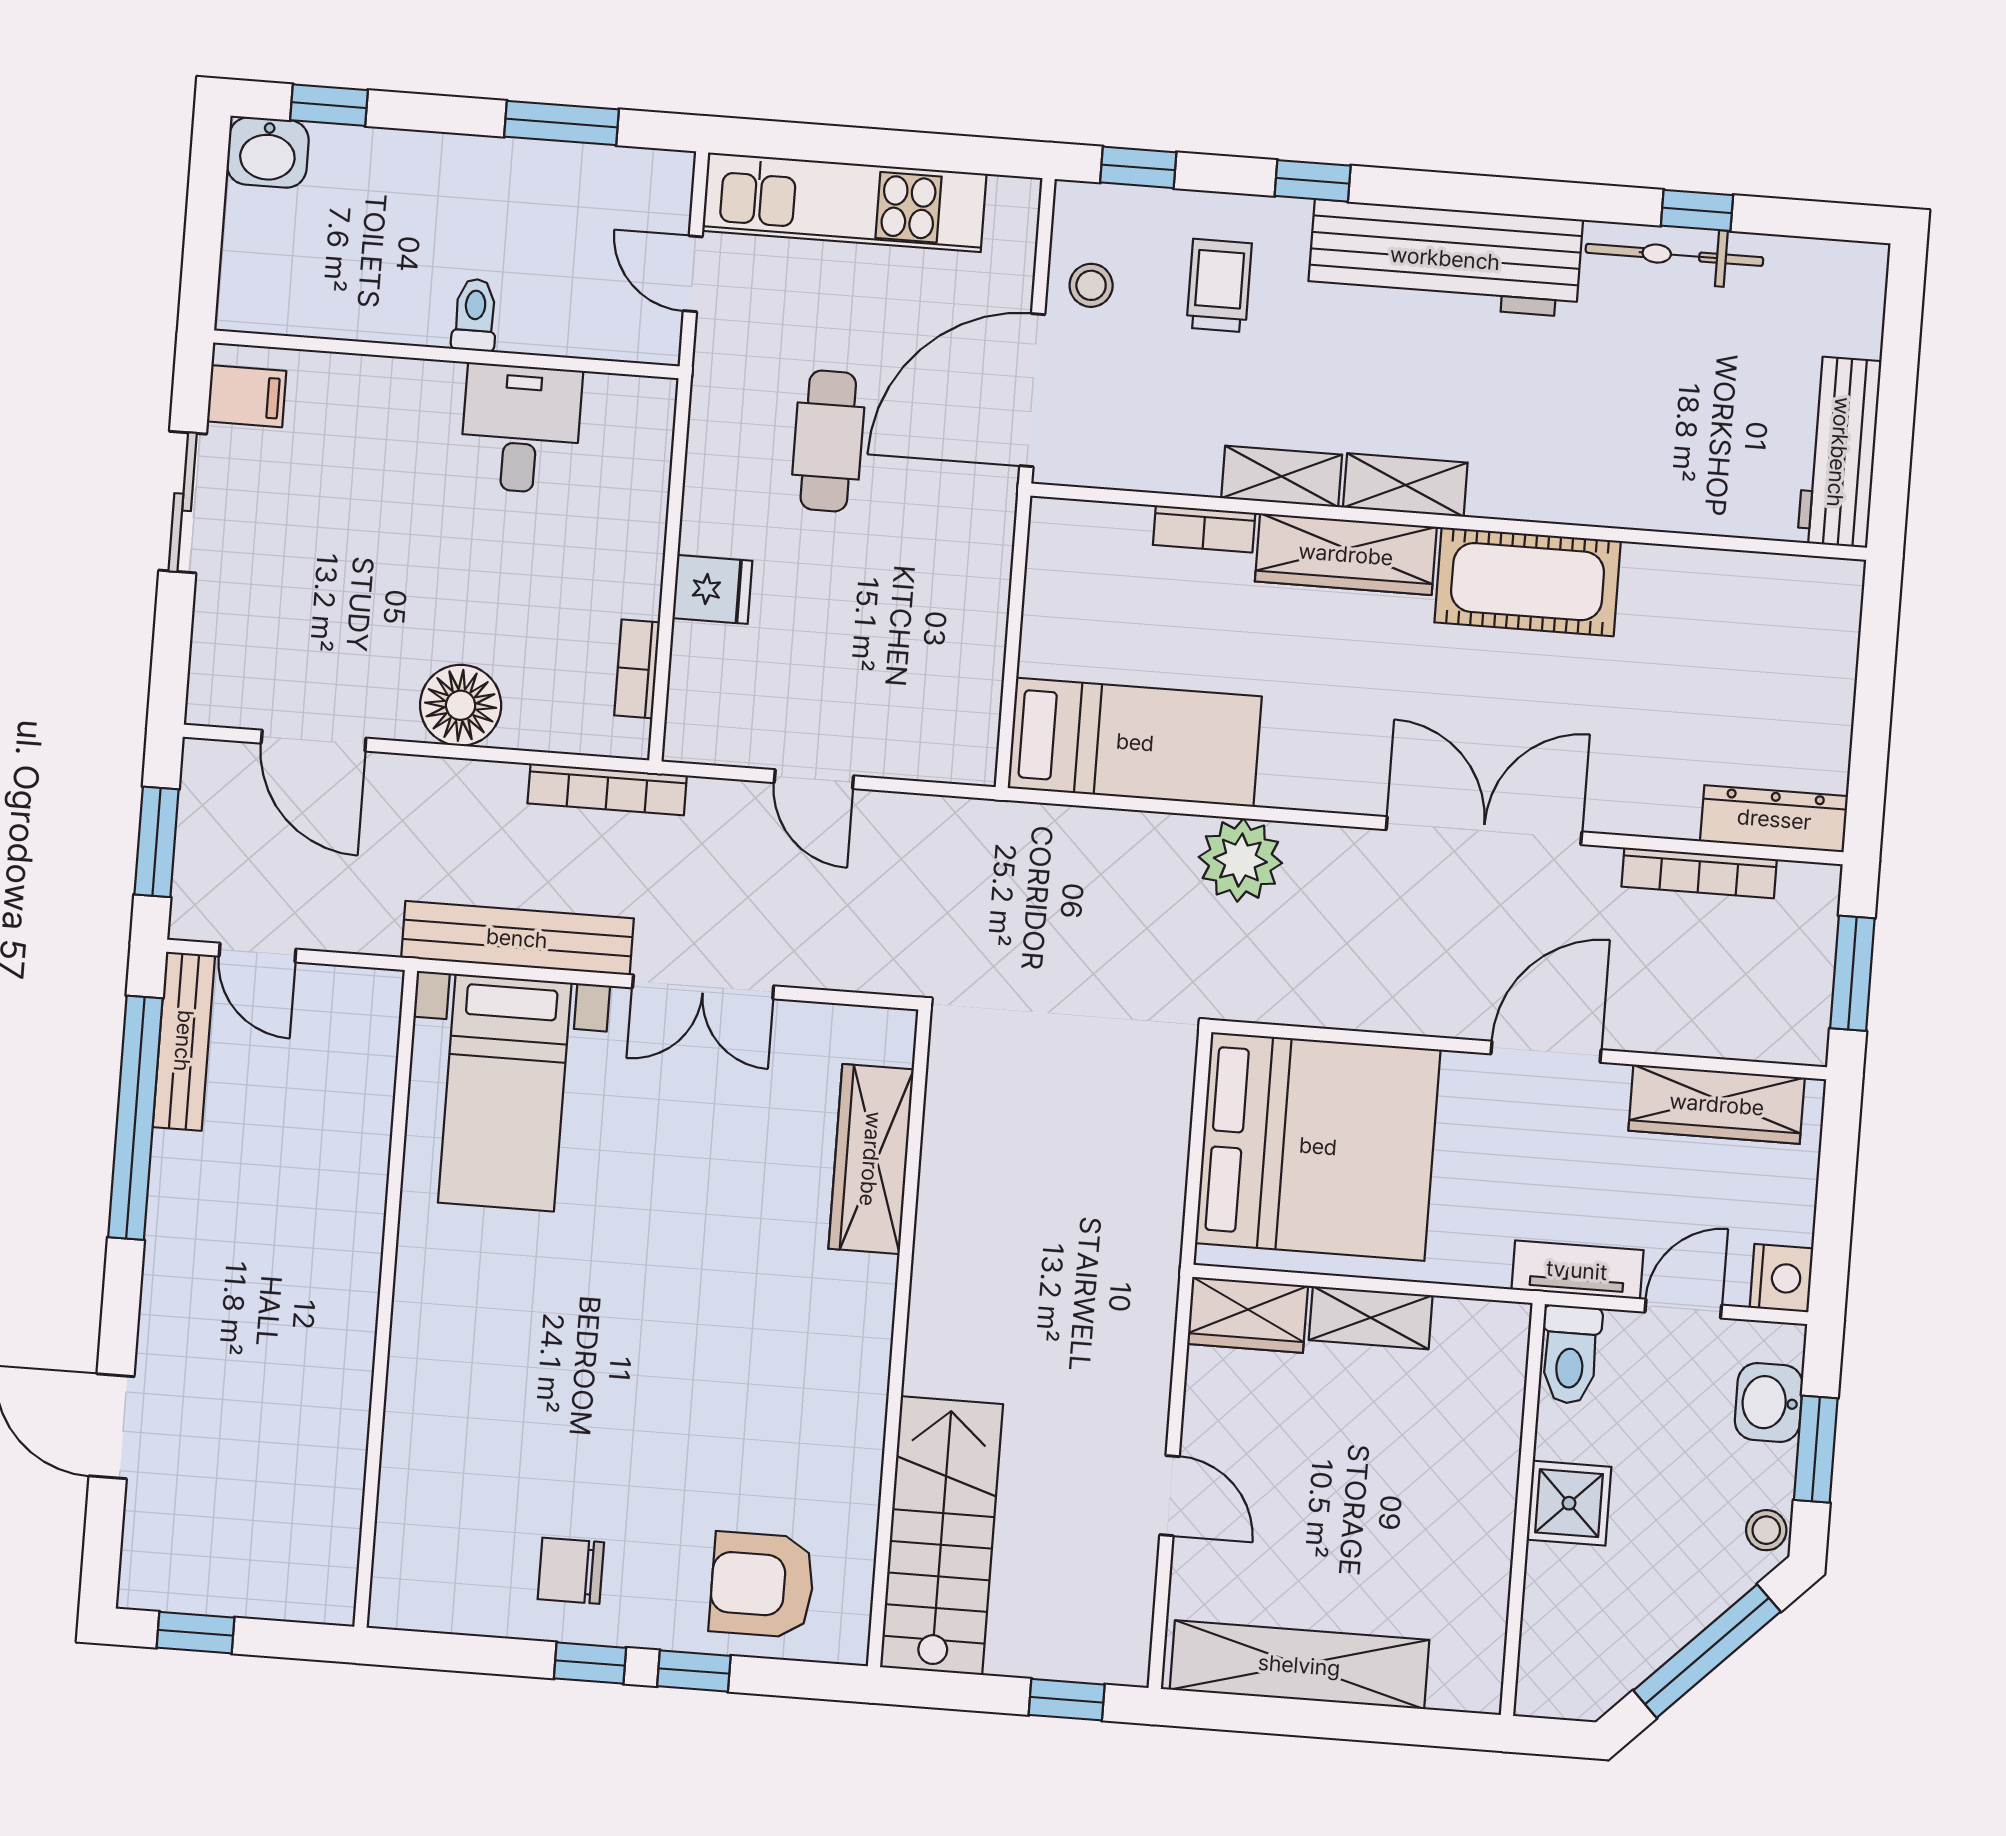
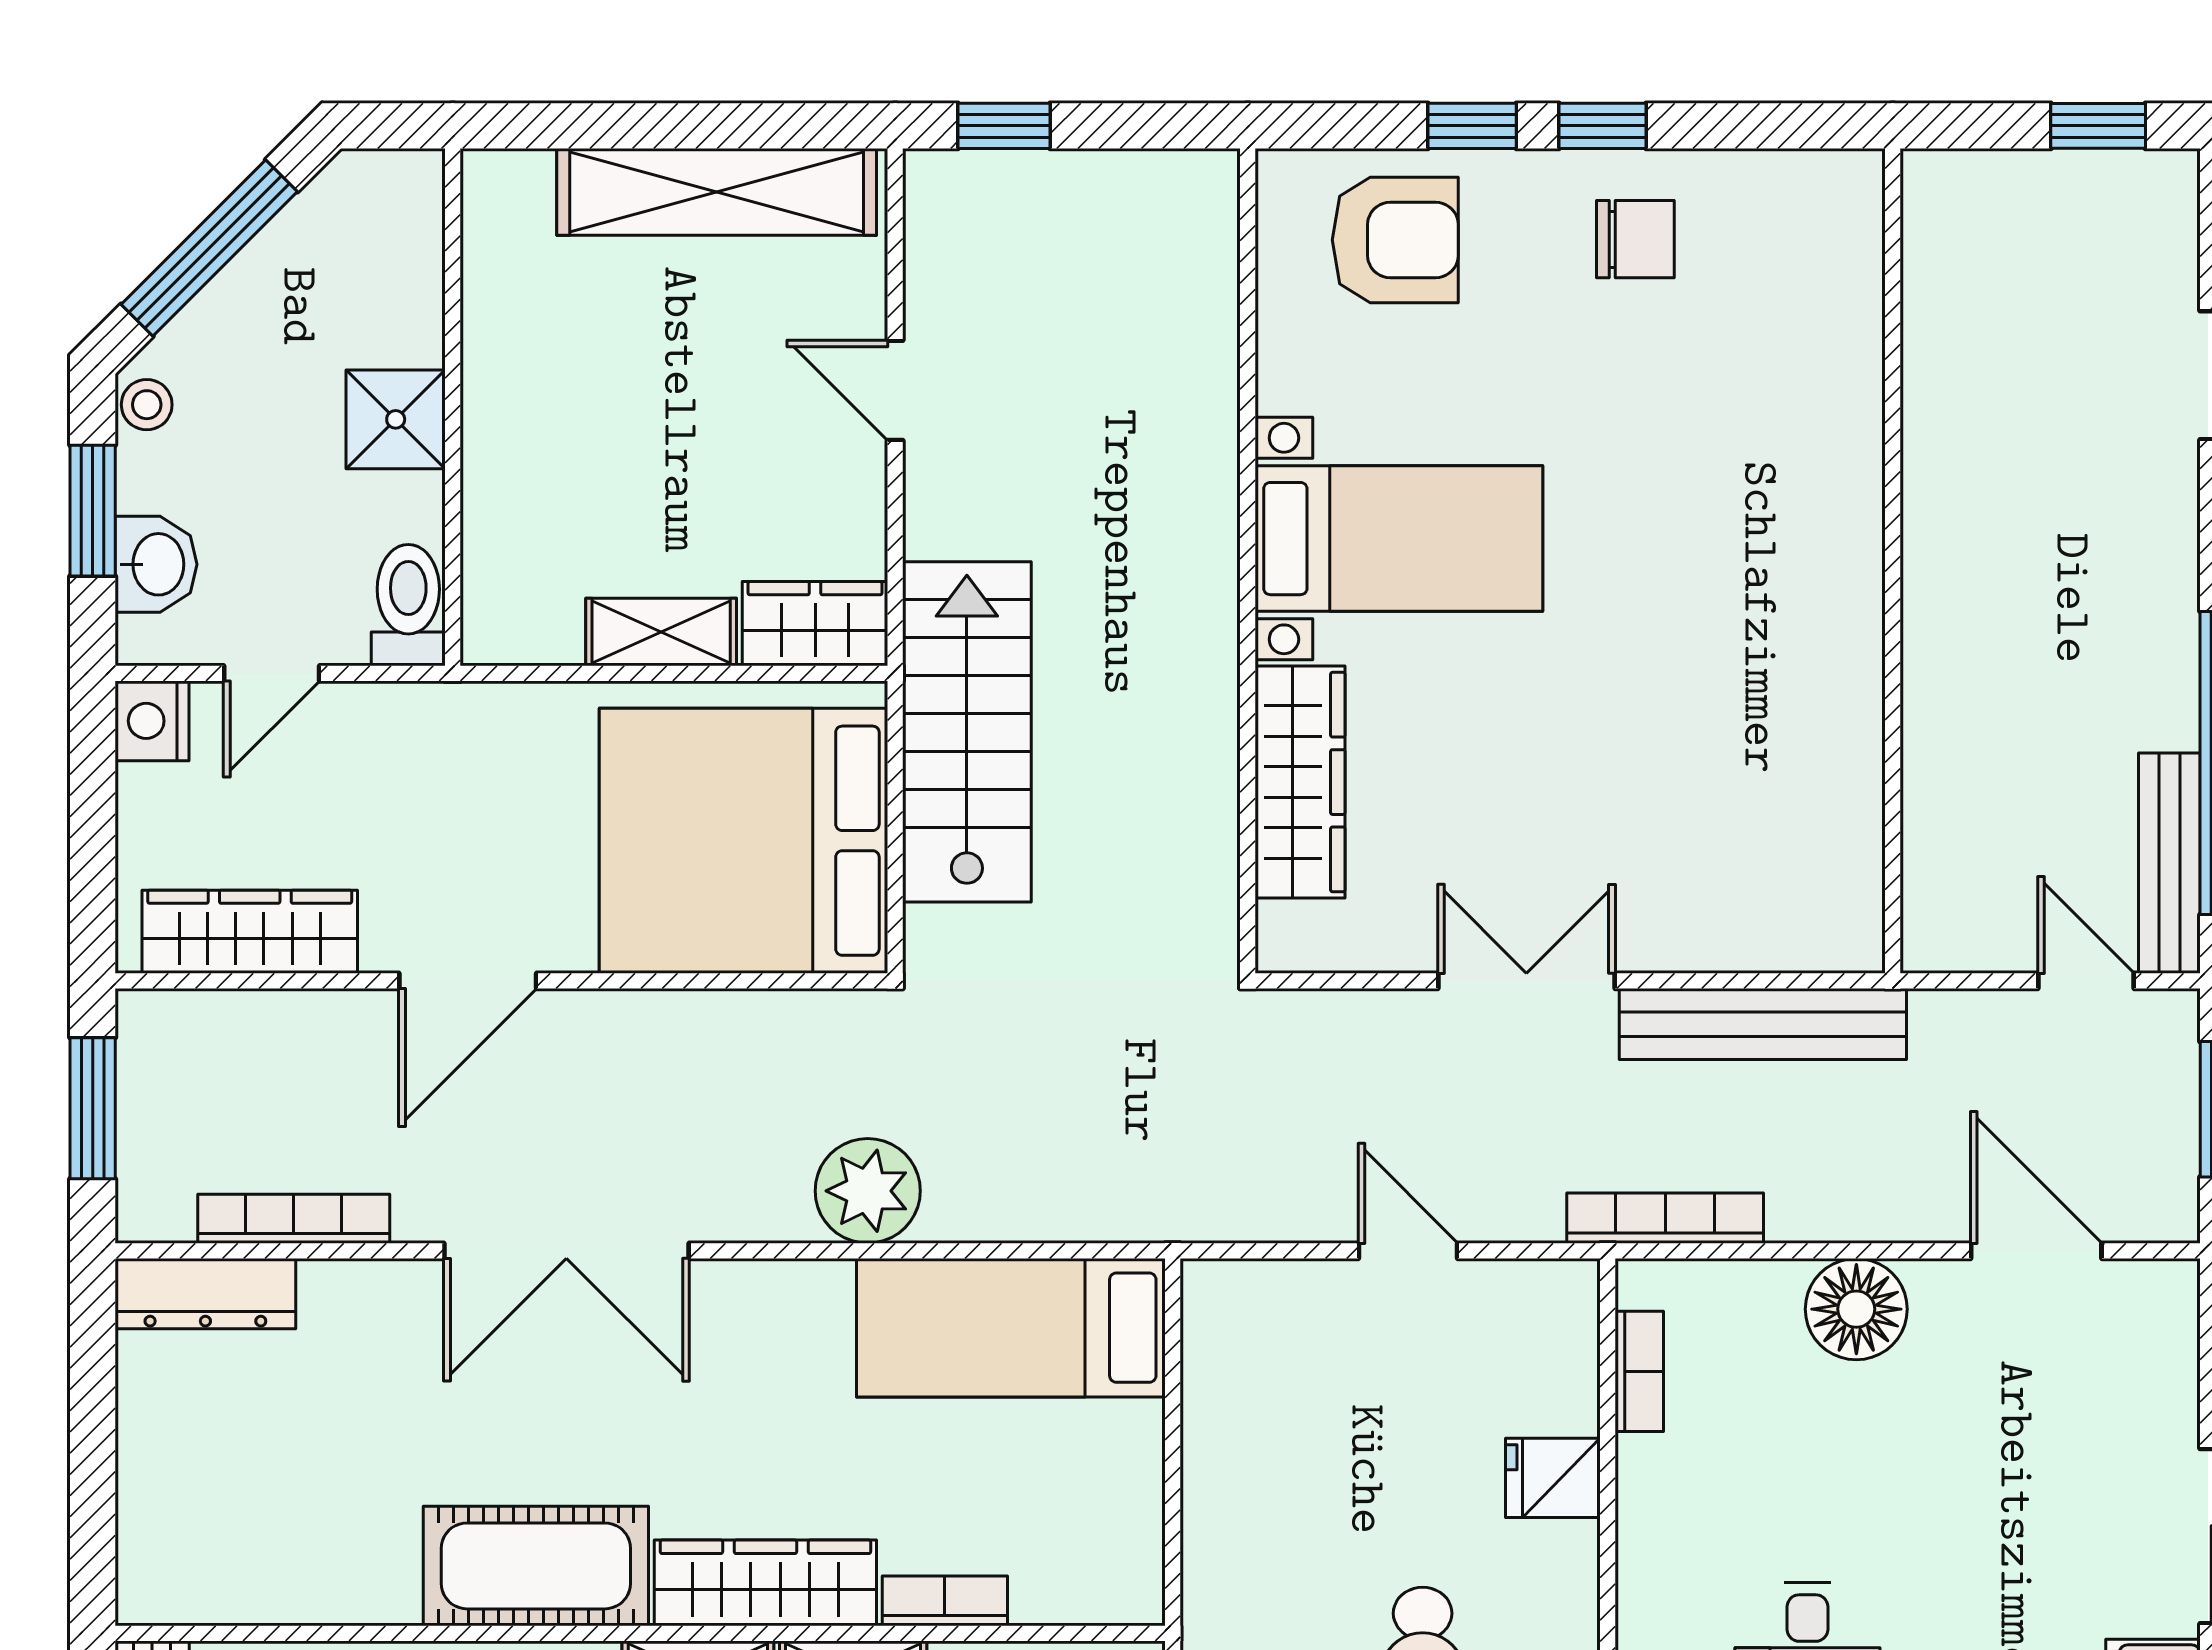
bed with nightstands: (505, 1093) -> (1399, 539), moved, turned 90
tv unit: (1577, 1270) -> (408, 712), removed
stairs: (941, 1536) -> (967, 732), moved, turned 180

